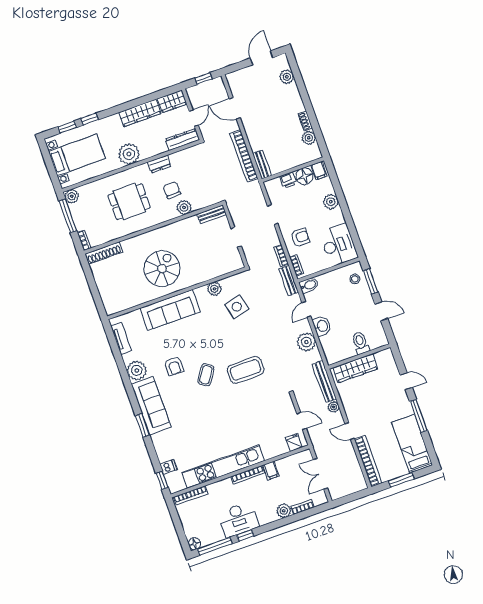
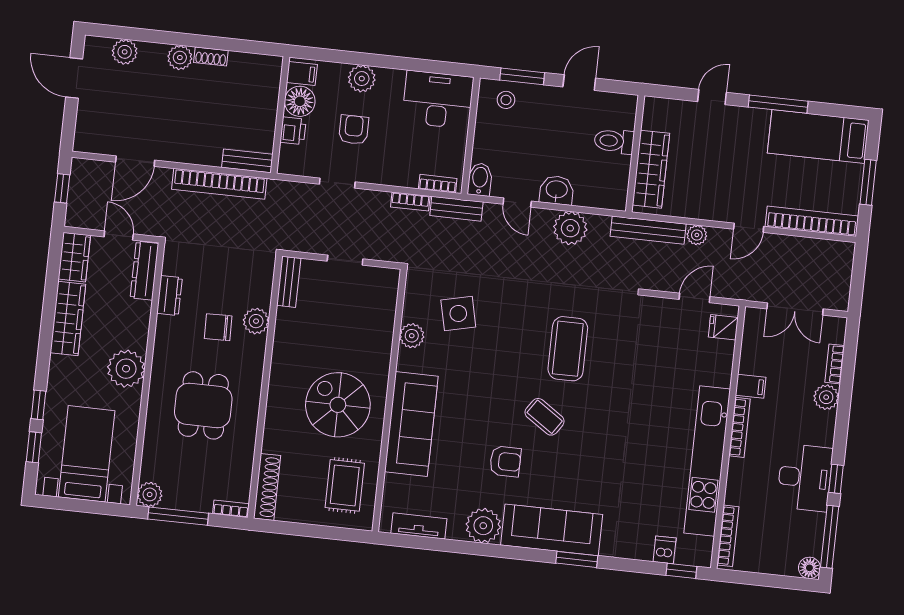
plant: (309, 138) -> (180, 58), moved
dresser: (159, 164) -> (170, 296), moved
armchair: (300, 237) -> (354, 130), moved
rug: (123, 292) -> (345, 485), added

